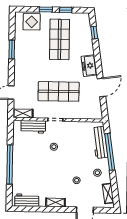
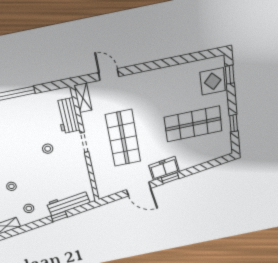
window: (46, 10) -> (230, 75), moved
window: (94, 33) -> (170, 178), moved
window: (12, 49) -> (170, 62), removed
window: (110, 152) -> (59, 216), width x0.32

